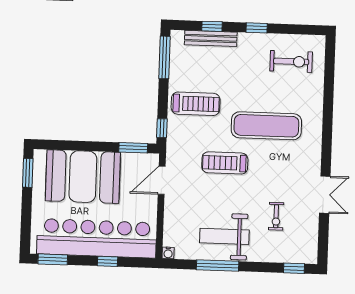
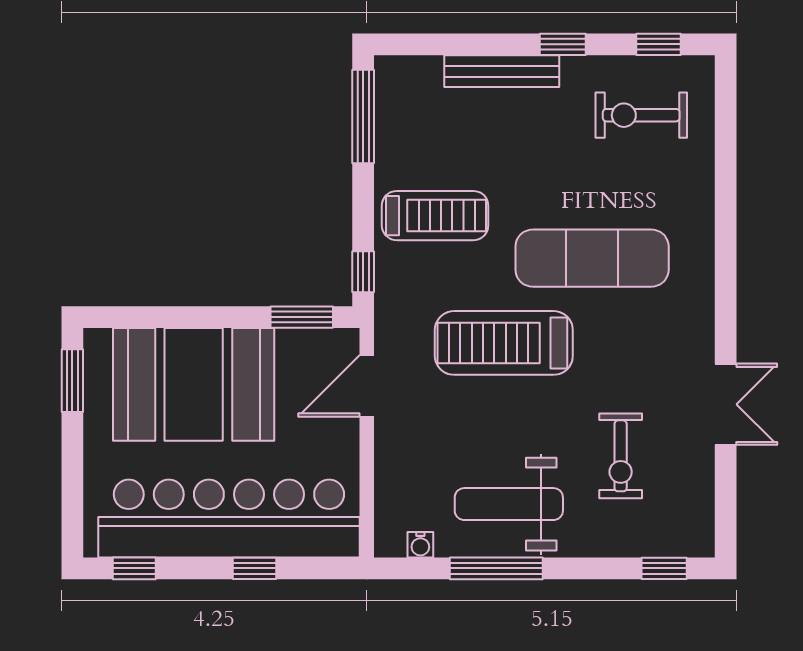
window: (212, 26) -> (659, 44), moved
bench: (211, 38) -> (502, 71), moved
exercise bike: (291, 61) -> (641, 115), turned 180
treadmill: (225, 163) -> (504, 343), width x1.37, depth x1.38
exercise bike: (276, 216) -> (621, 456), width x1.38, depth x1.39
water cooler: (168, 253) -> (420, 545), moved
window: (53, 259) -> (134, 568), width x0.67

